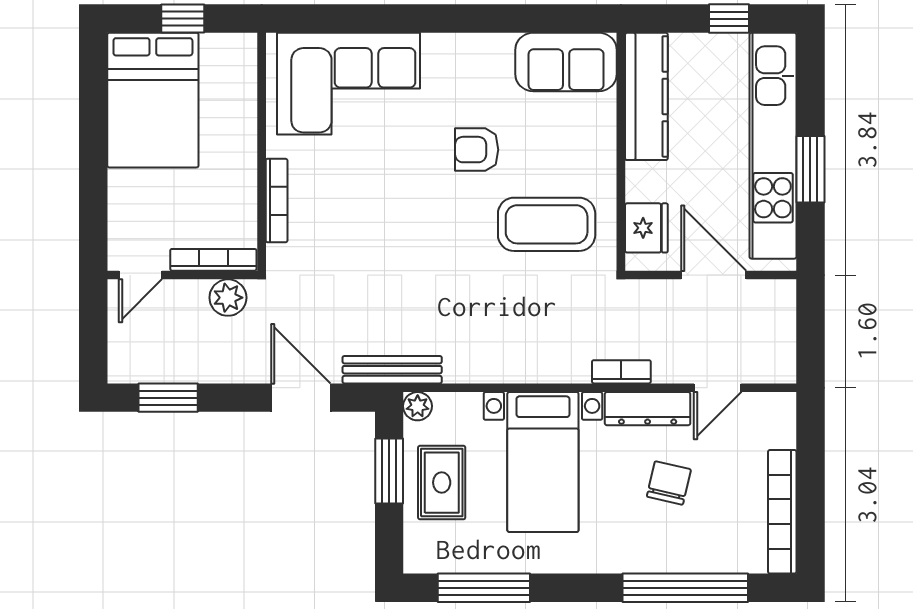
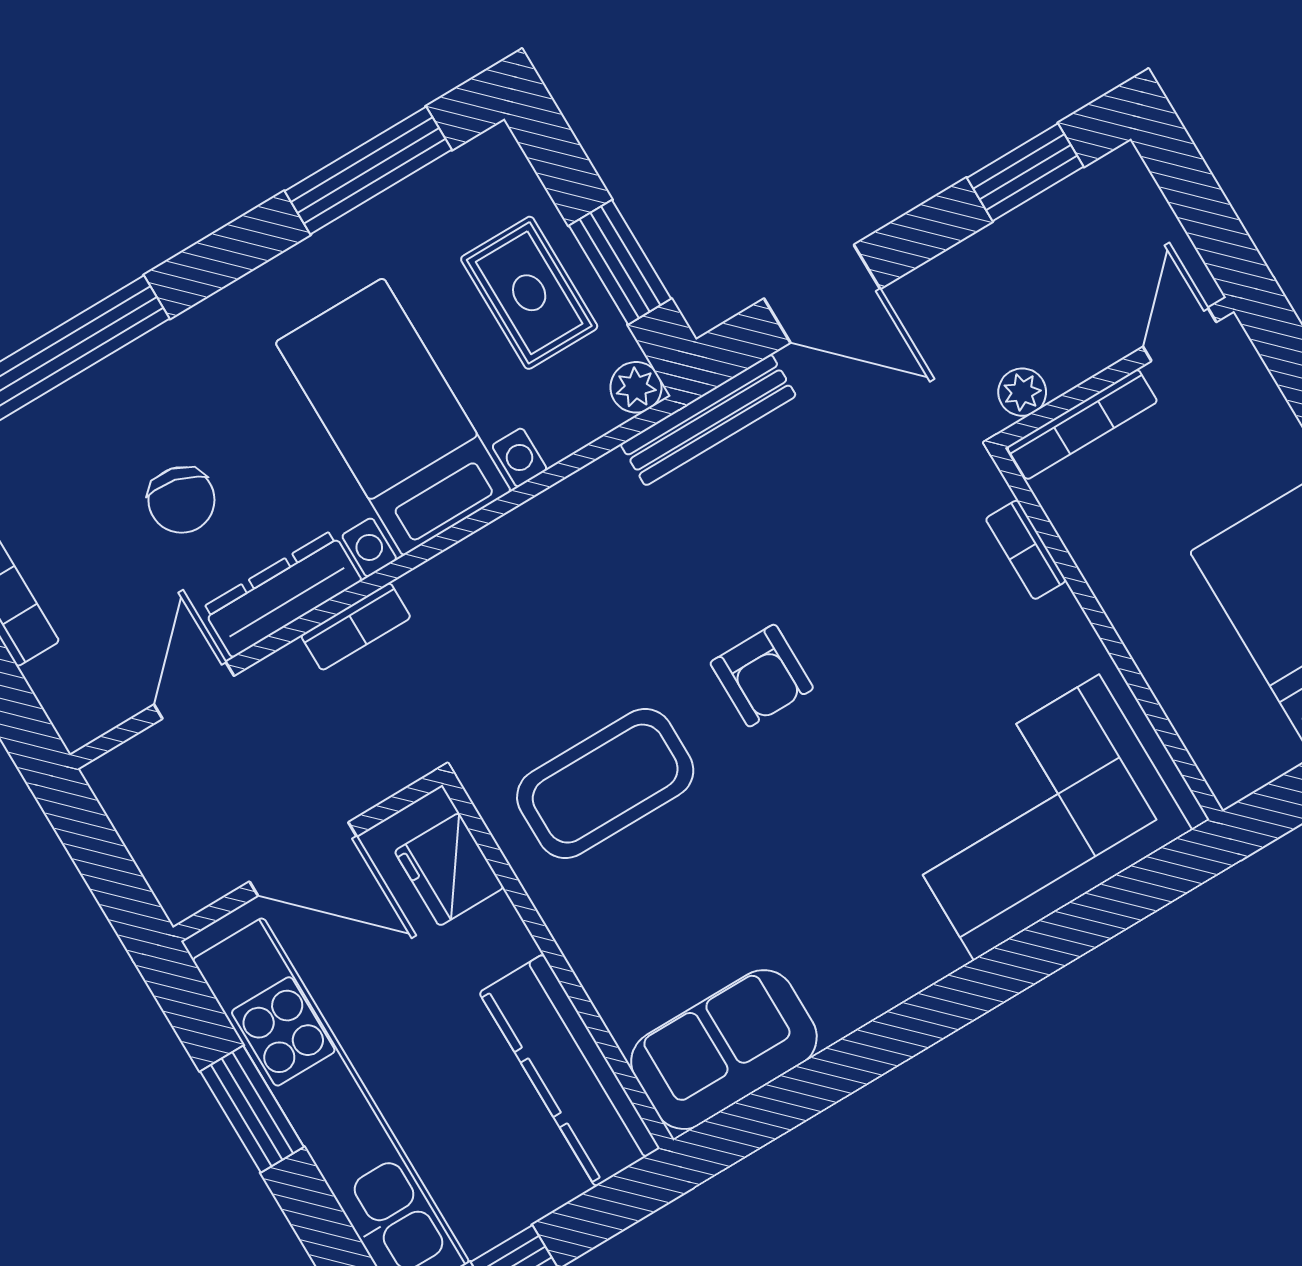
armchair: (477, 150) -> (762, 676), moved, turned 90
bookcase: (277, 201) -> (1026, 550), width x0.64
plant: (228, 298) -> (1022, 392), width x0.73, depth x0.73

